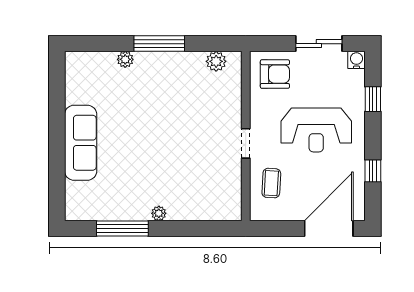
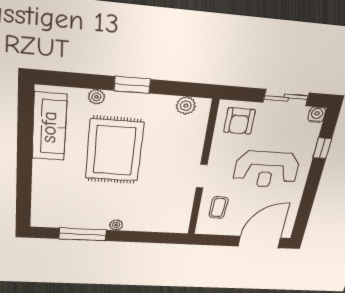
window: (159, 44) -> (132, 85), width x0.69
armchair: (275, 74) -> (239, 121), turned 90
rug: (148, 119) -> (114, 151), added
sofa: (81, 143) -> (49, 127), moved
window: (373, 171) -> (307, 203), removed

